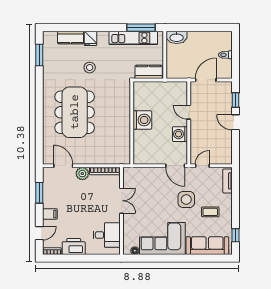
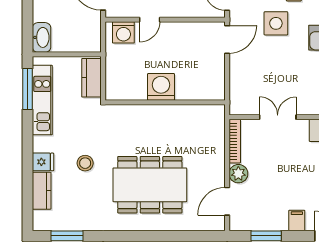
washing machine: (180, 134) -> (123, 32), moved

